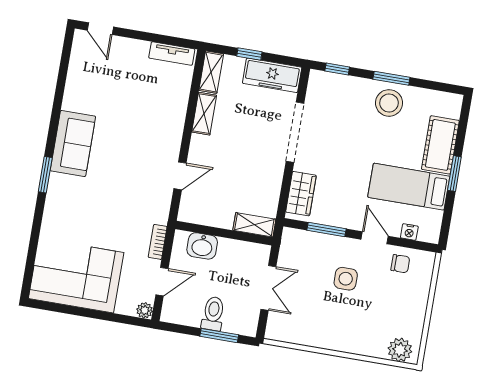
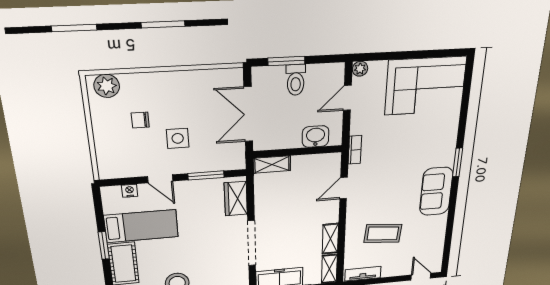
coffee table: (141, 104) -> (383, 233), added
bookcase: (158, 242) -> (355, 150), moved
chair: (400, 264) -> (140, 120), moved
double door: (268, 288) -> (248, 114), width x1.37

